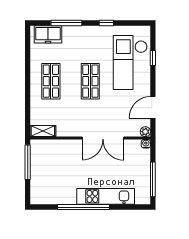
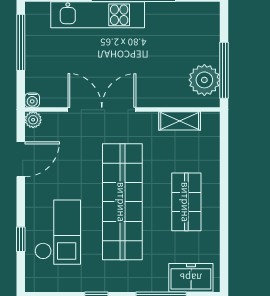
checkout: (130, 62) -> (58, 232), width x0.73, depth x0.83
shop shelf: (90, 81) -> (122, 202), width x2.00, depth x1.36
shelving: (43, 131) -> (180, 121), moved
plant: (40, 156) -> (204, 80), added

